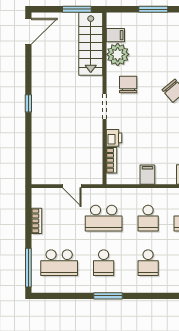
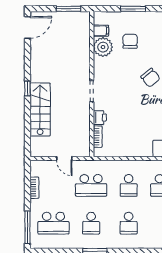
stairs: (91, 44) -> (40, 110), moved, turned 180
chair: (128, 85) -> (130, 41), moved
filing cabinet: (147, 175) -> (128, 149), removed

